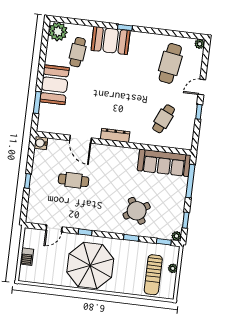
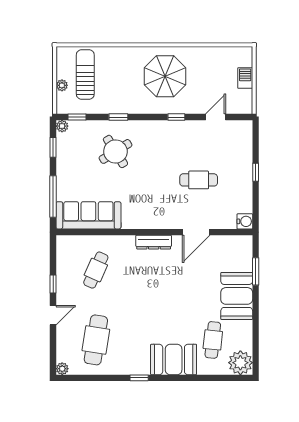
window: (125, 27) -> (139, 378), moved
door: (81, 139) -> (196, 232), swing flipped
parasol: (90, 266) -> (165, 76), width x0.73, depth x0.73

